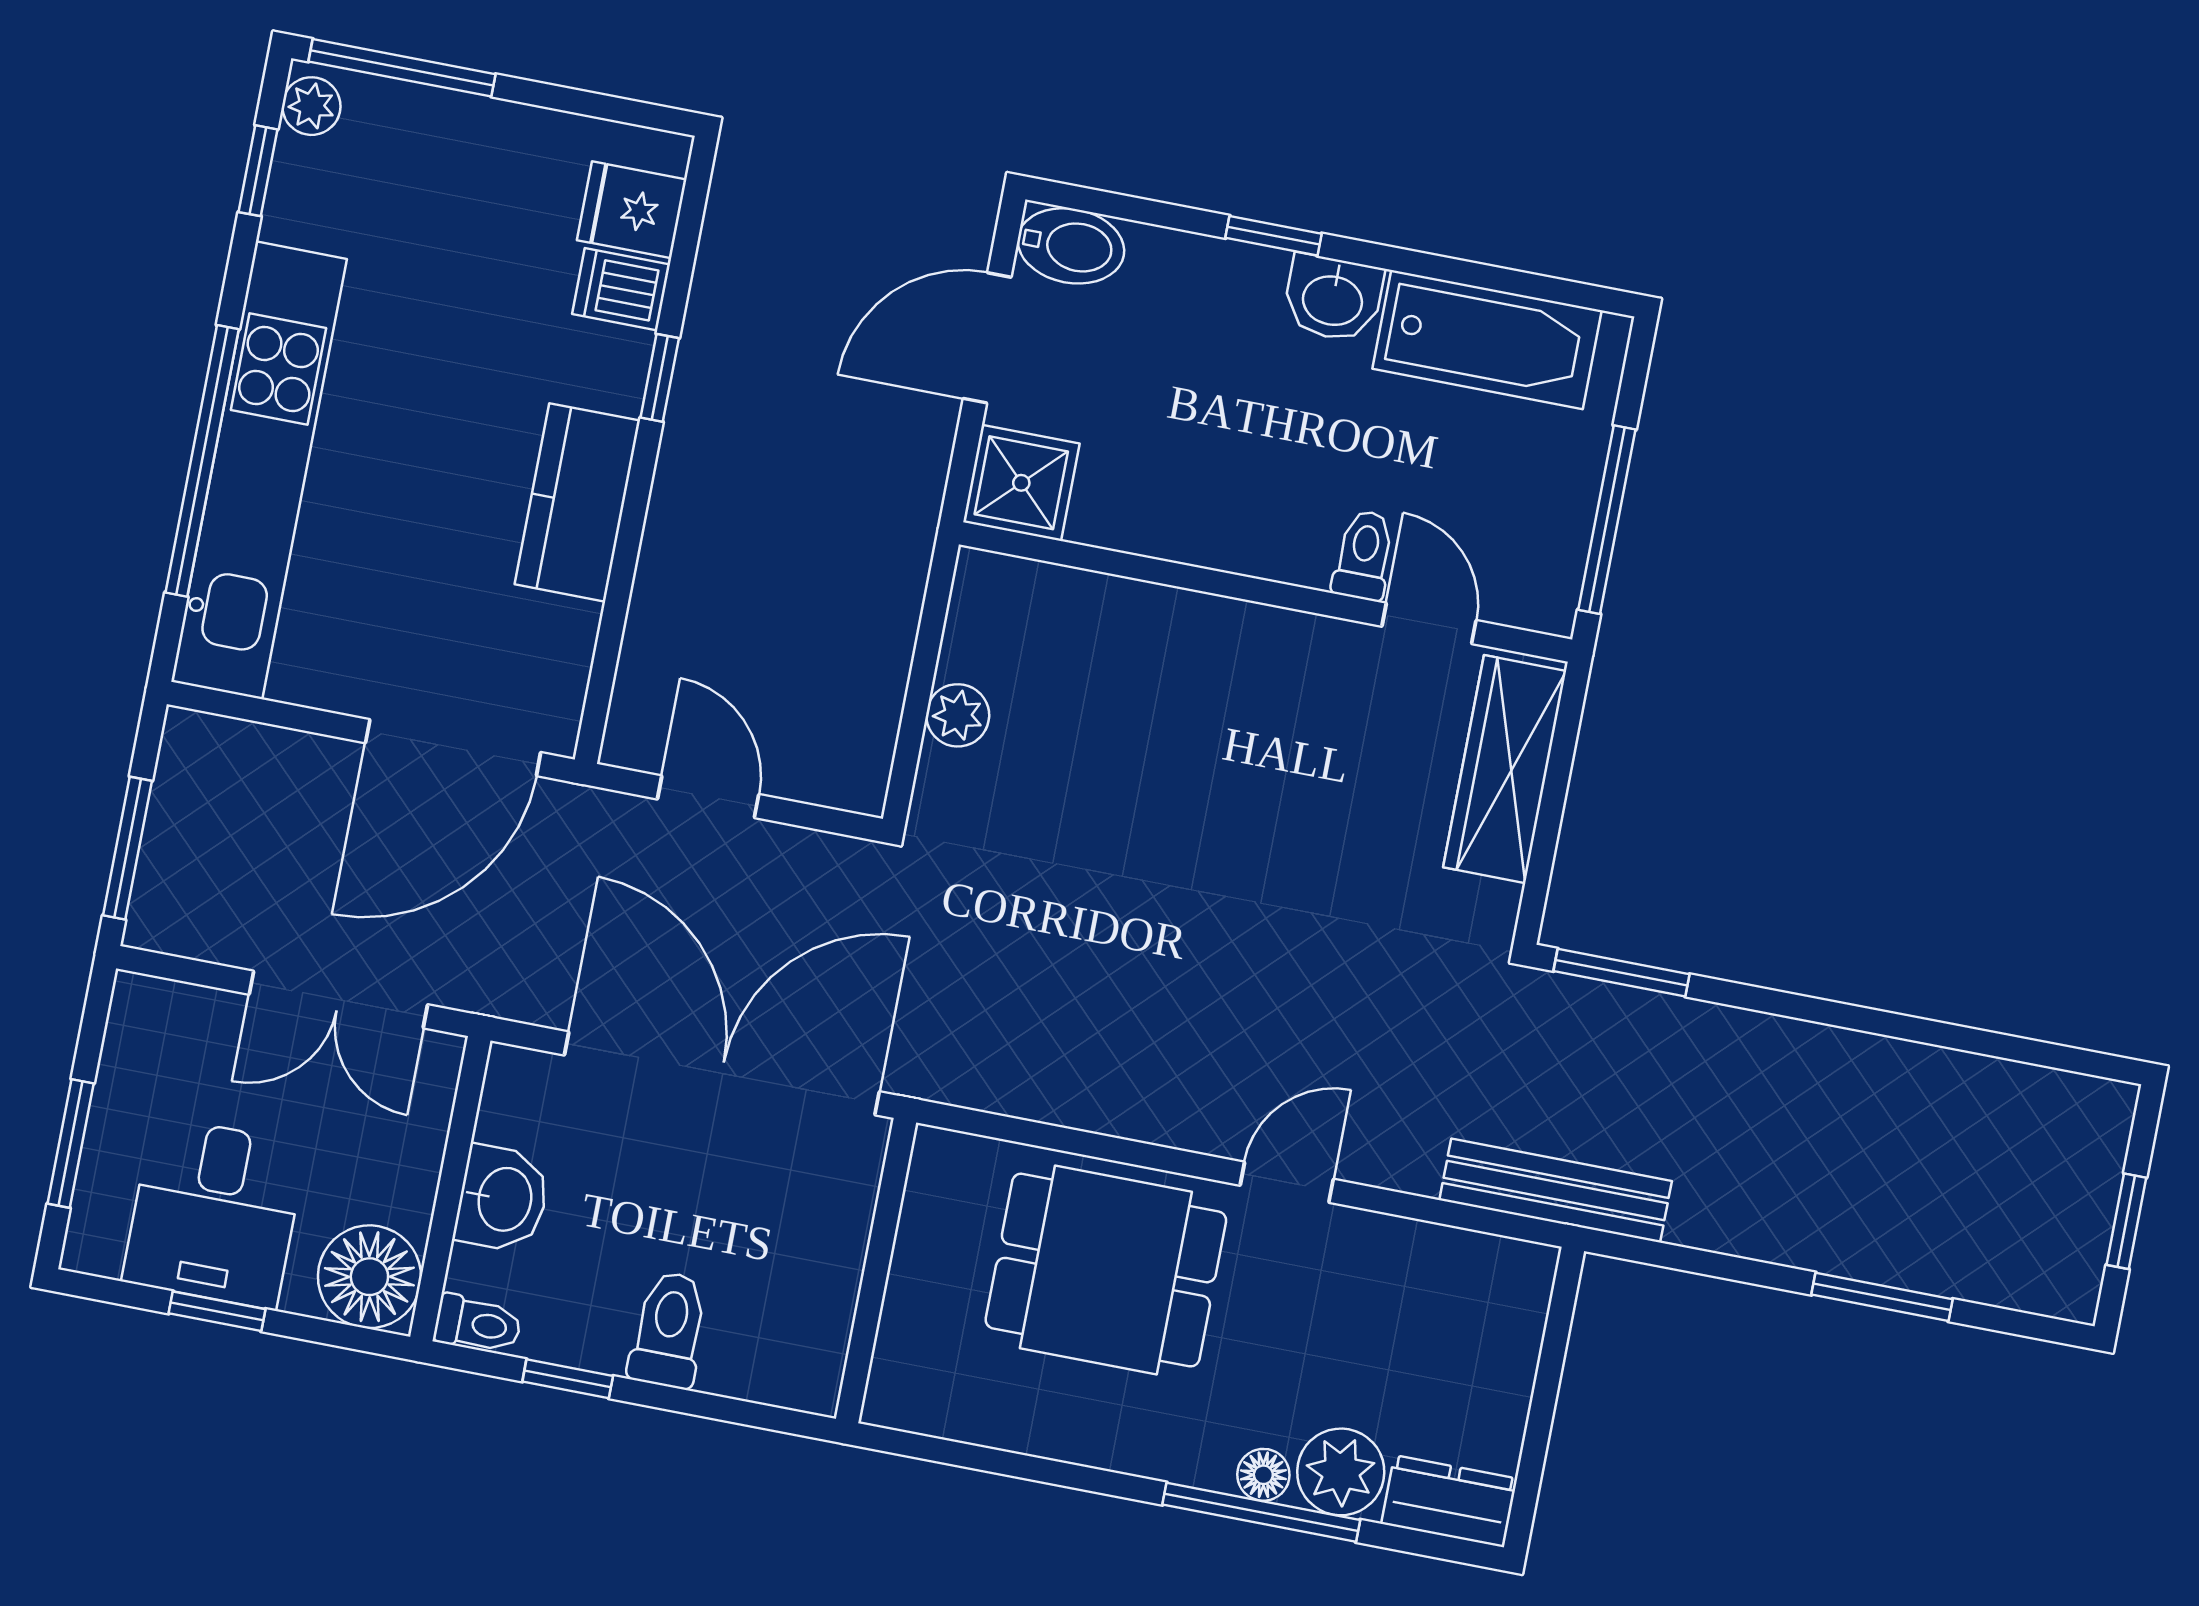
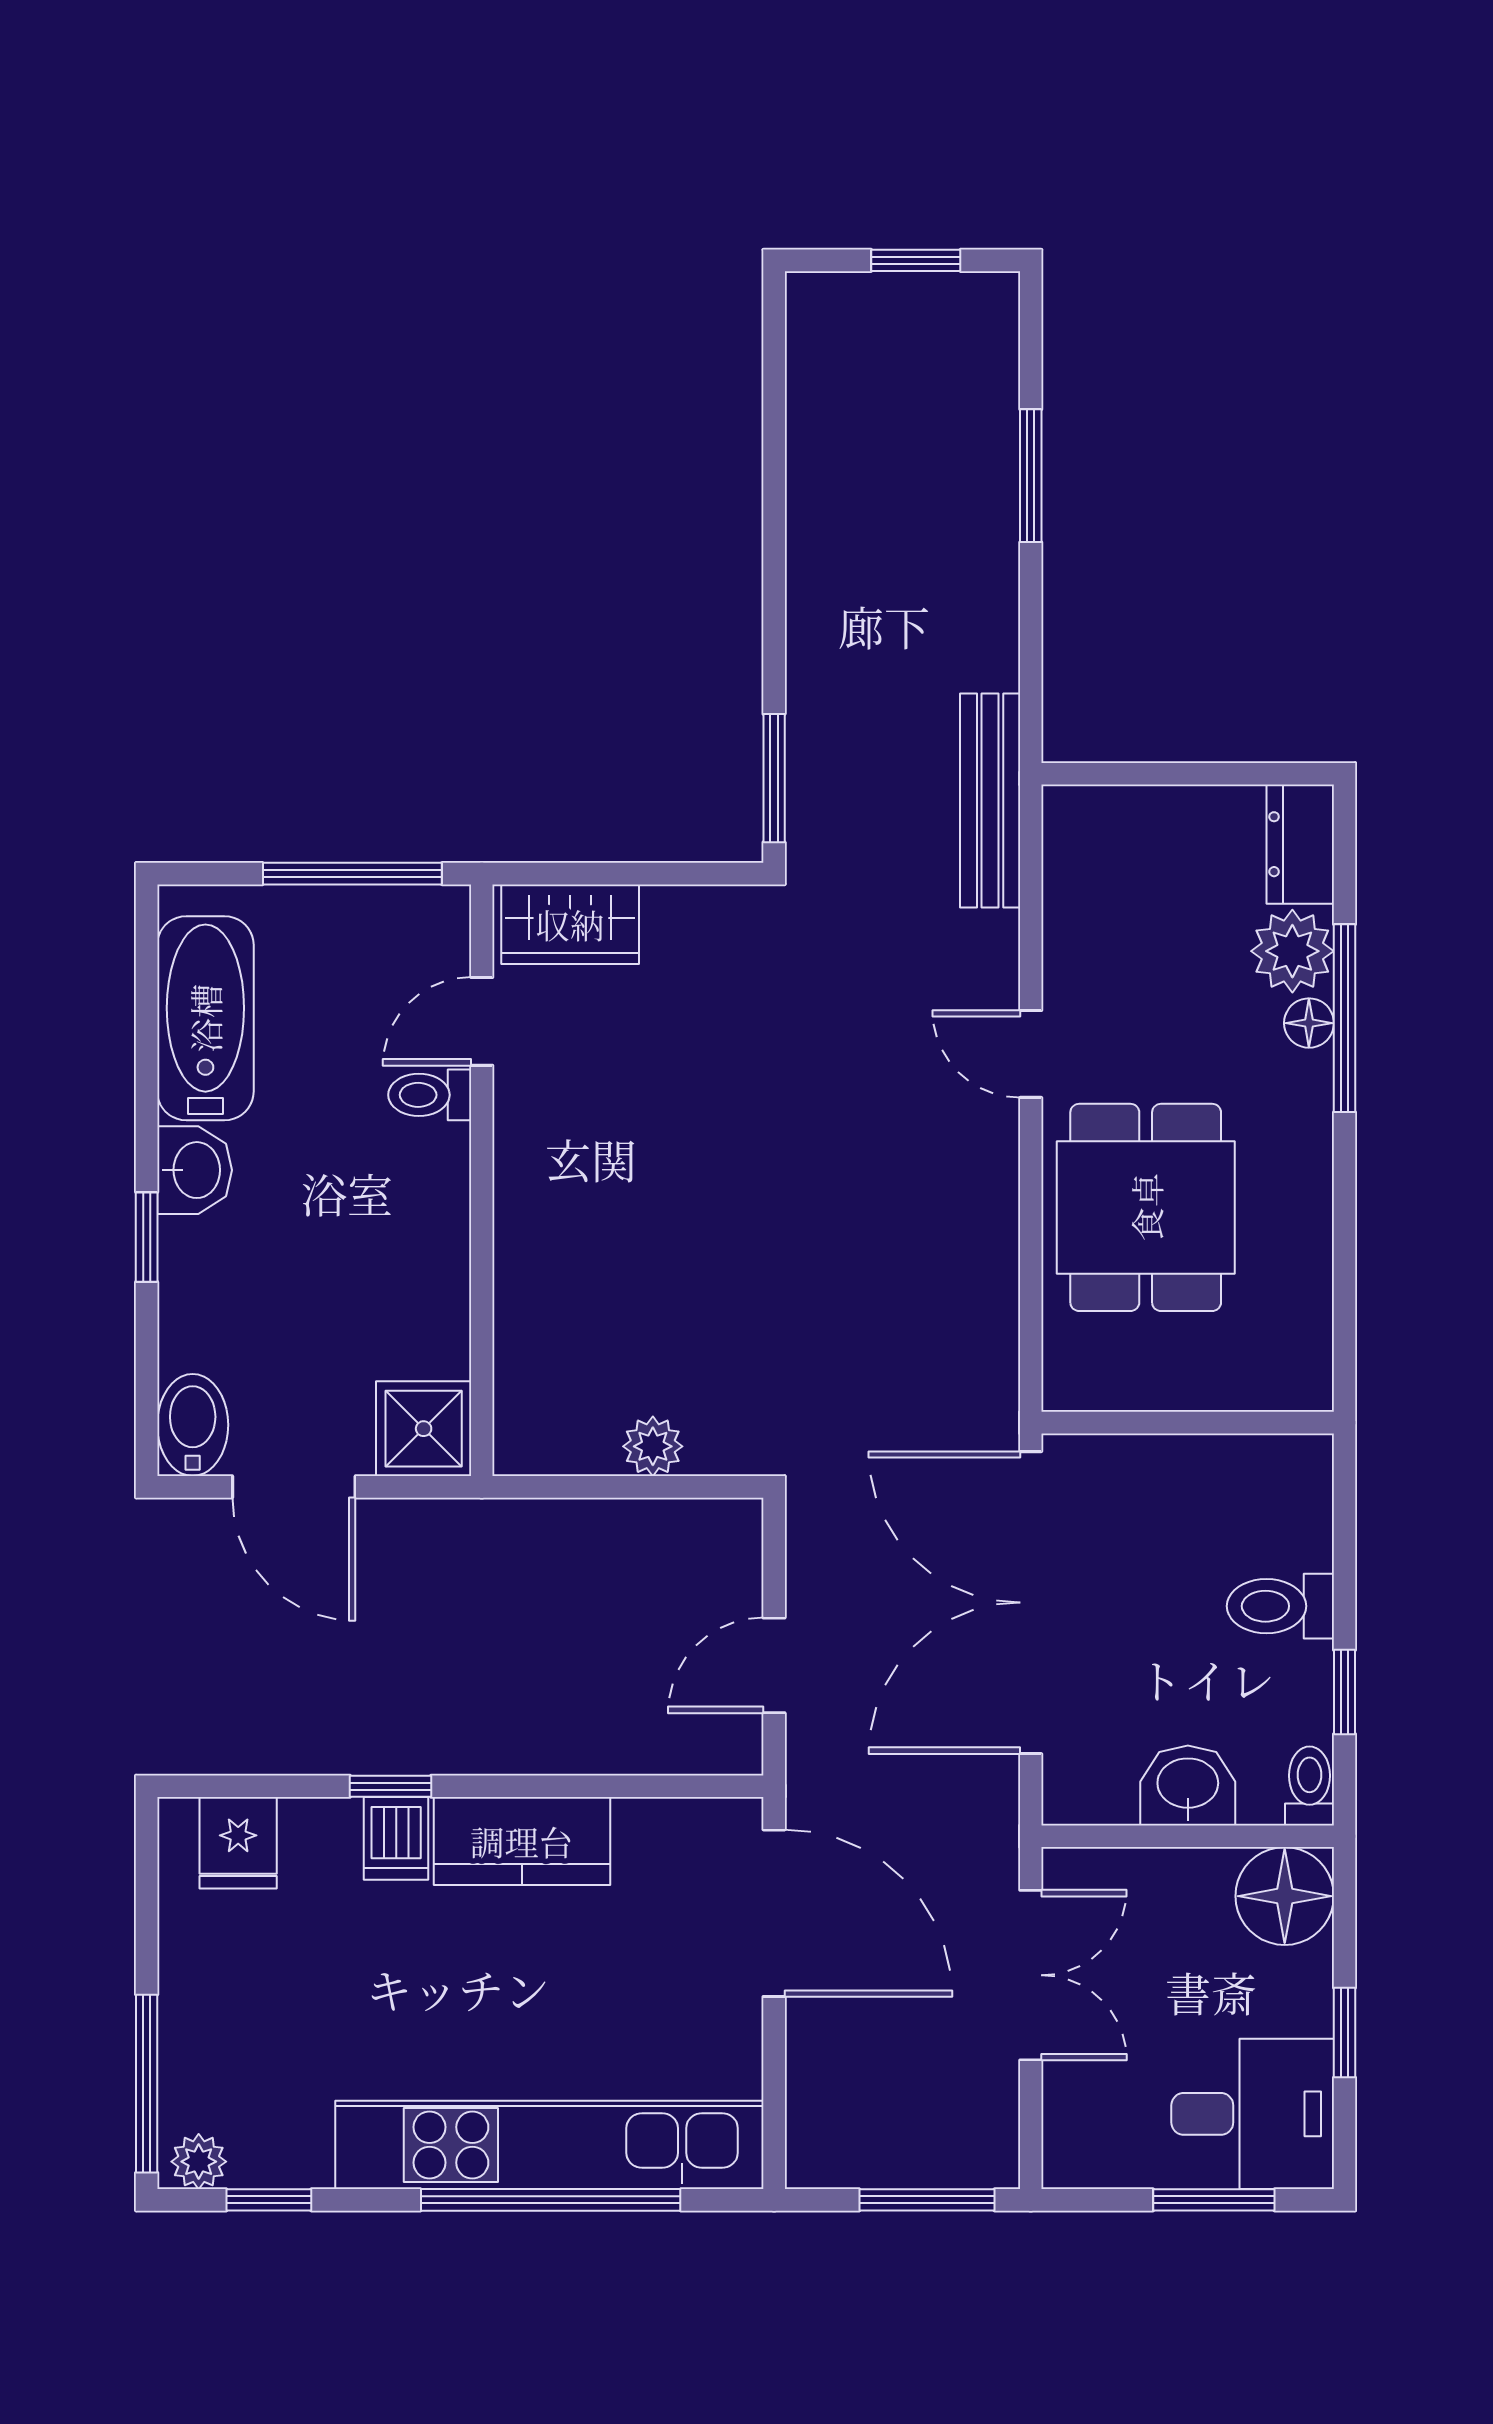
dishwasher: (621, 289) -> (396, 1838), moved
wardrobe: (1505, 769) -> (570, 924), width x0.67
desk: (215, 1213) -> (1253, 2114), moved

